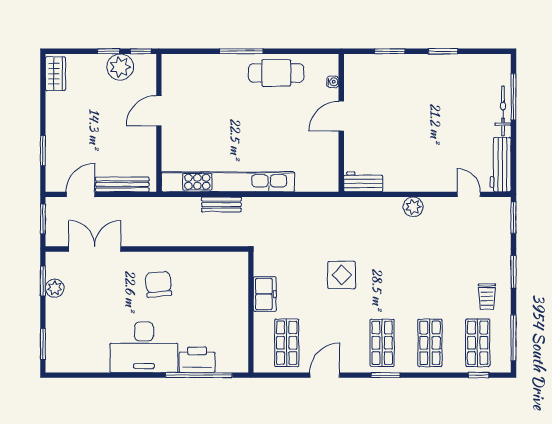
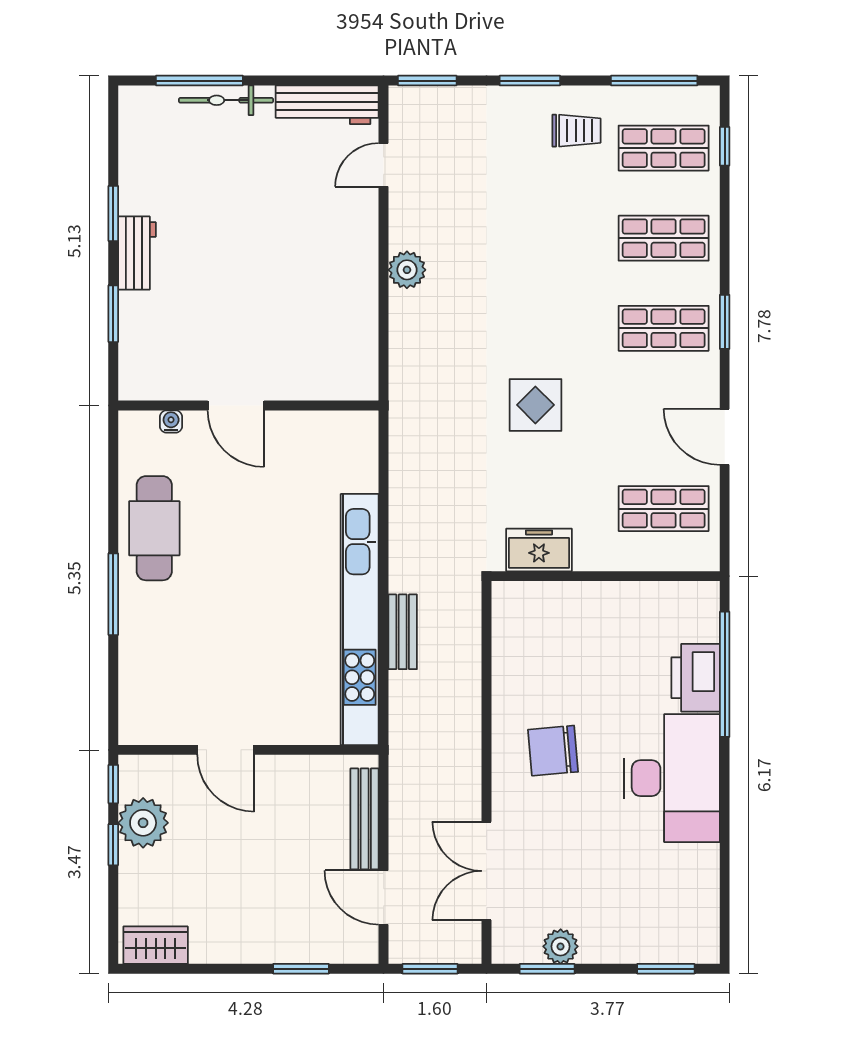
workbench: (363, 182) -> (137, 253), moved, turned 180
freezer: (265, 294) -> (539, 550), moved

